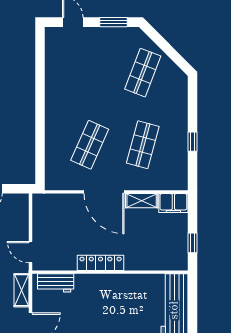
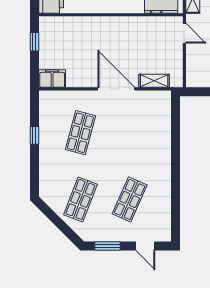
shop shelf: (90, 145) -> (130, 199), moved
shelving: (142, 201) -> (154, 81), moved
locker: (101, 263) -> (120, 23), removed

